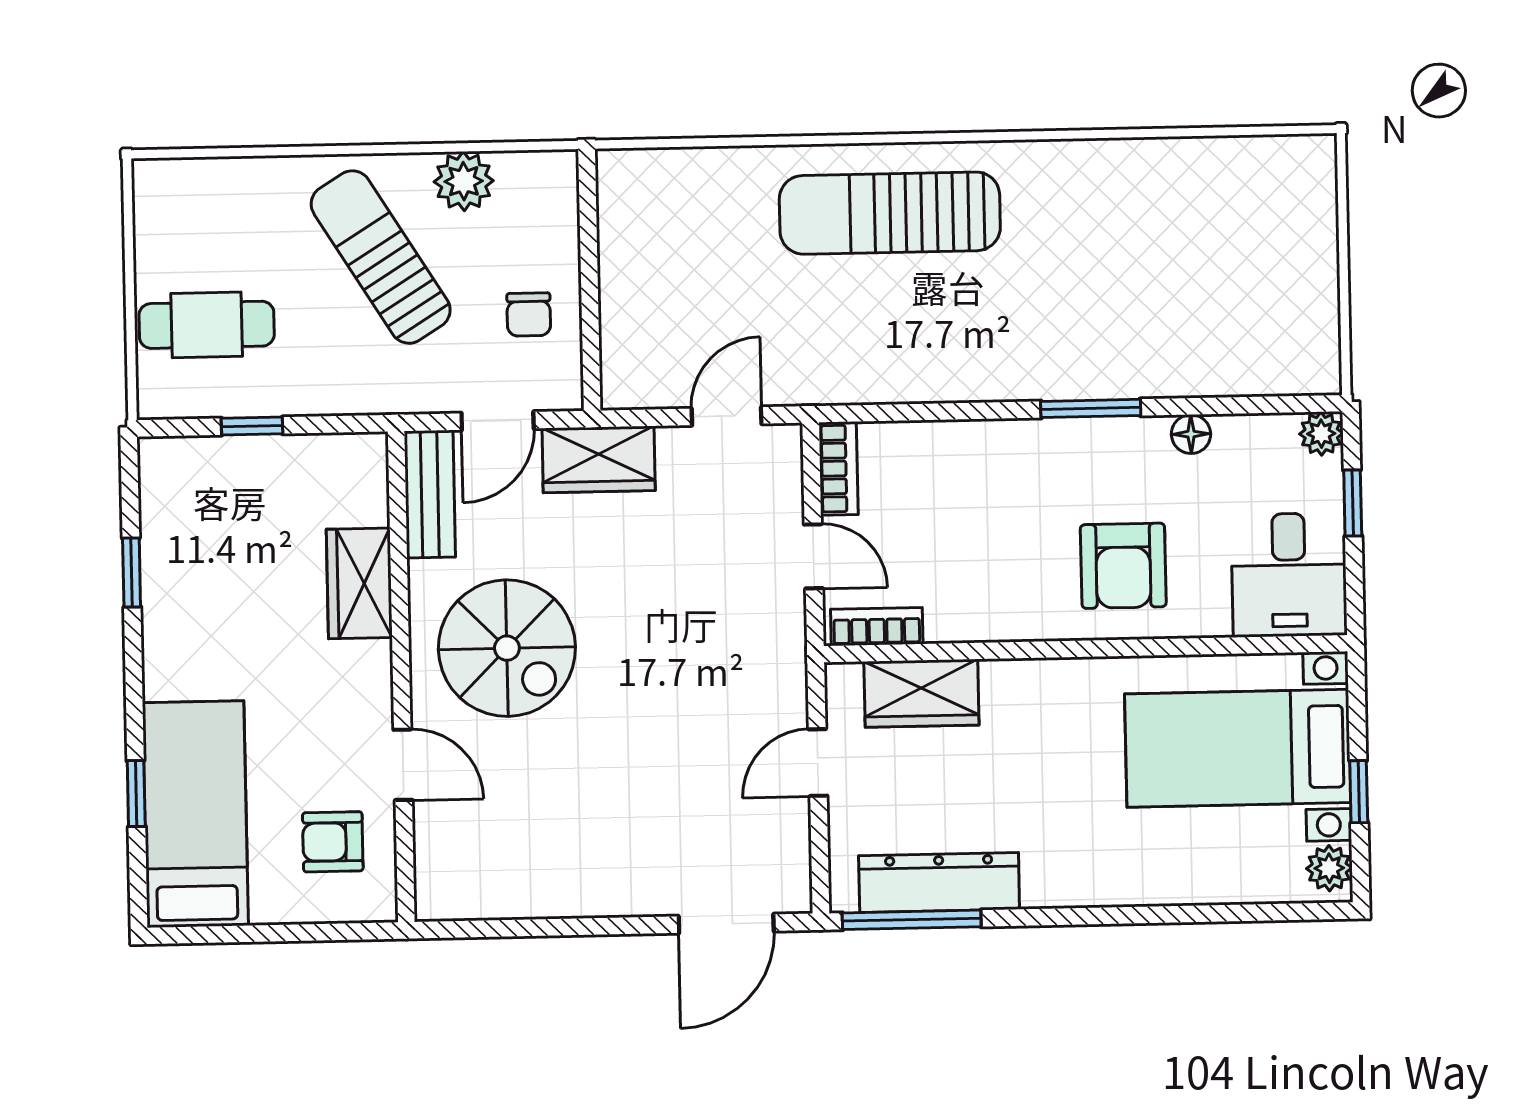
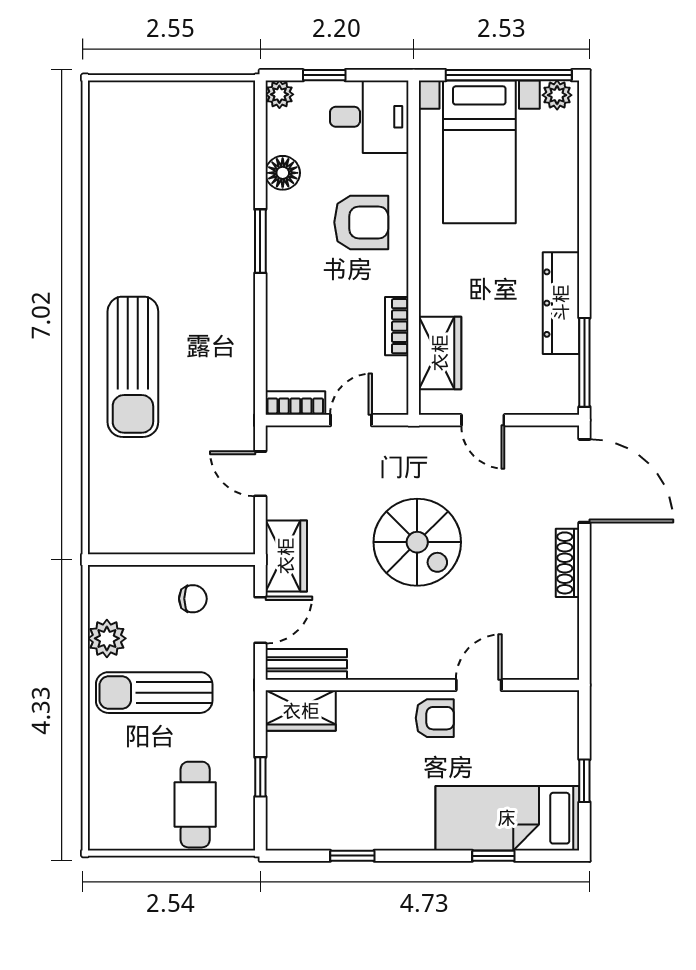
sun lounger: (381, 257) -> (154, 693), turned 32
door: (498, 421) -> (260, 620), hinge flipped
floor lamp: (1191, 434) -> (283, 173), width x1.37, depth x1.37
wardrobe: (359, 583) -> (301, 711), moved
bookcase: (877, 627) -> (397, 326), moved
spiral stairs: (507, 648) -> (417, 542), moved, turned 90
window: (1359, 792) -> (509, 75), width x3.17
armchair: (333, 842) -> (435, 718), moved, turned -90
dresser: (939, 883) -> (561, 303), moved
shoe rack: (597, 900) -> (568, 563), added
door: (726, 924) -> (584, 481), width x1.36
window: (257, 934) -> (584, 781), added

